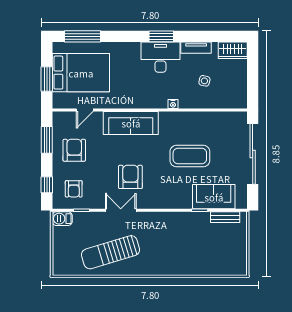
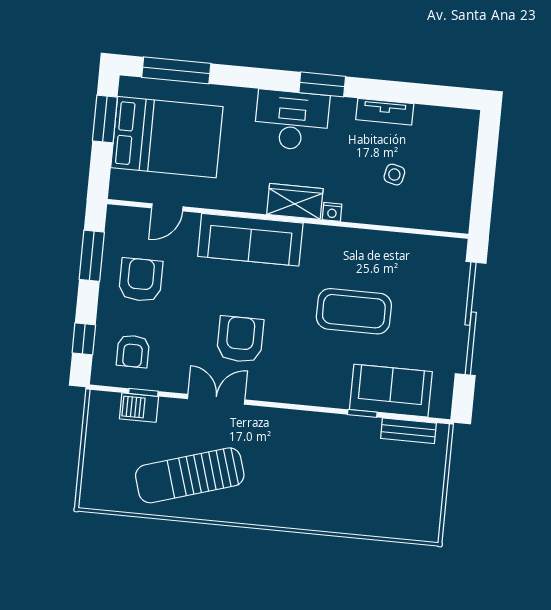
wardrobe: (233, 50) -> (295, 201), moved, turned 180
desk: (160, 57) -> (292, 120), moved
window: (47, 79) -> (105, 119), moved
barbecue: (62, 219) -> (139, 408), moved

